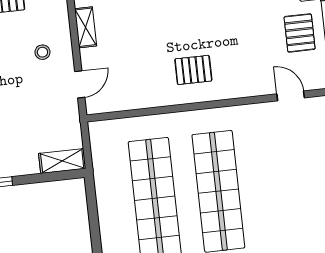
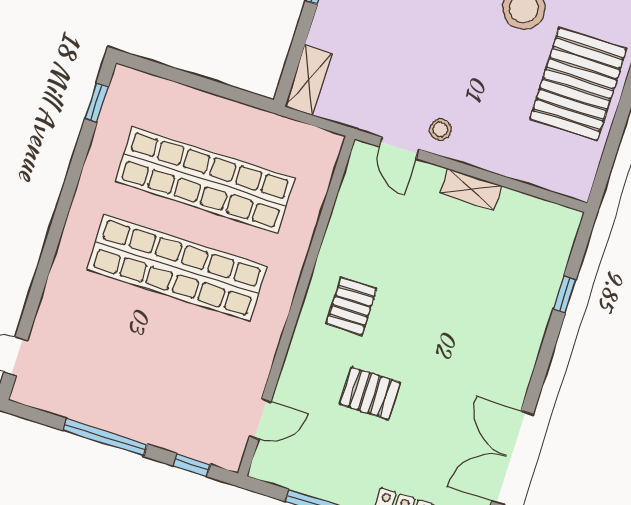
pallet: (300, 33) -> (370, 393), moved
stool: (42, 52) -> (440, 129), moved

